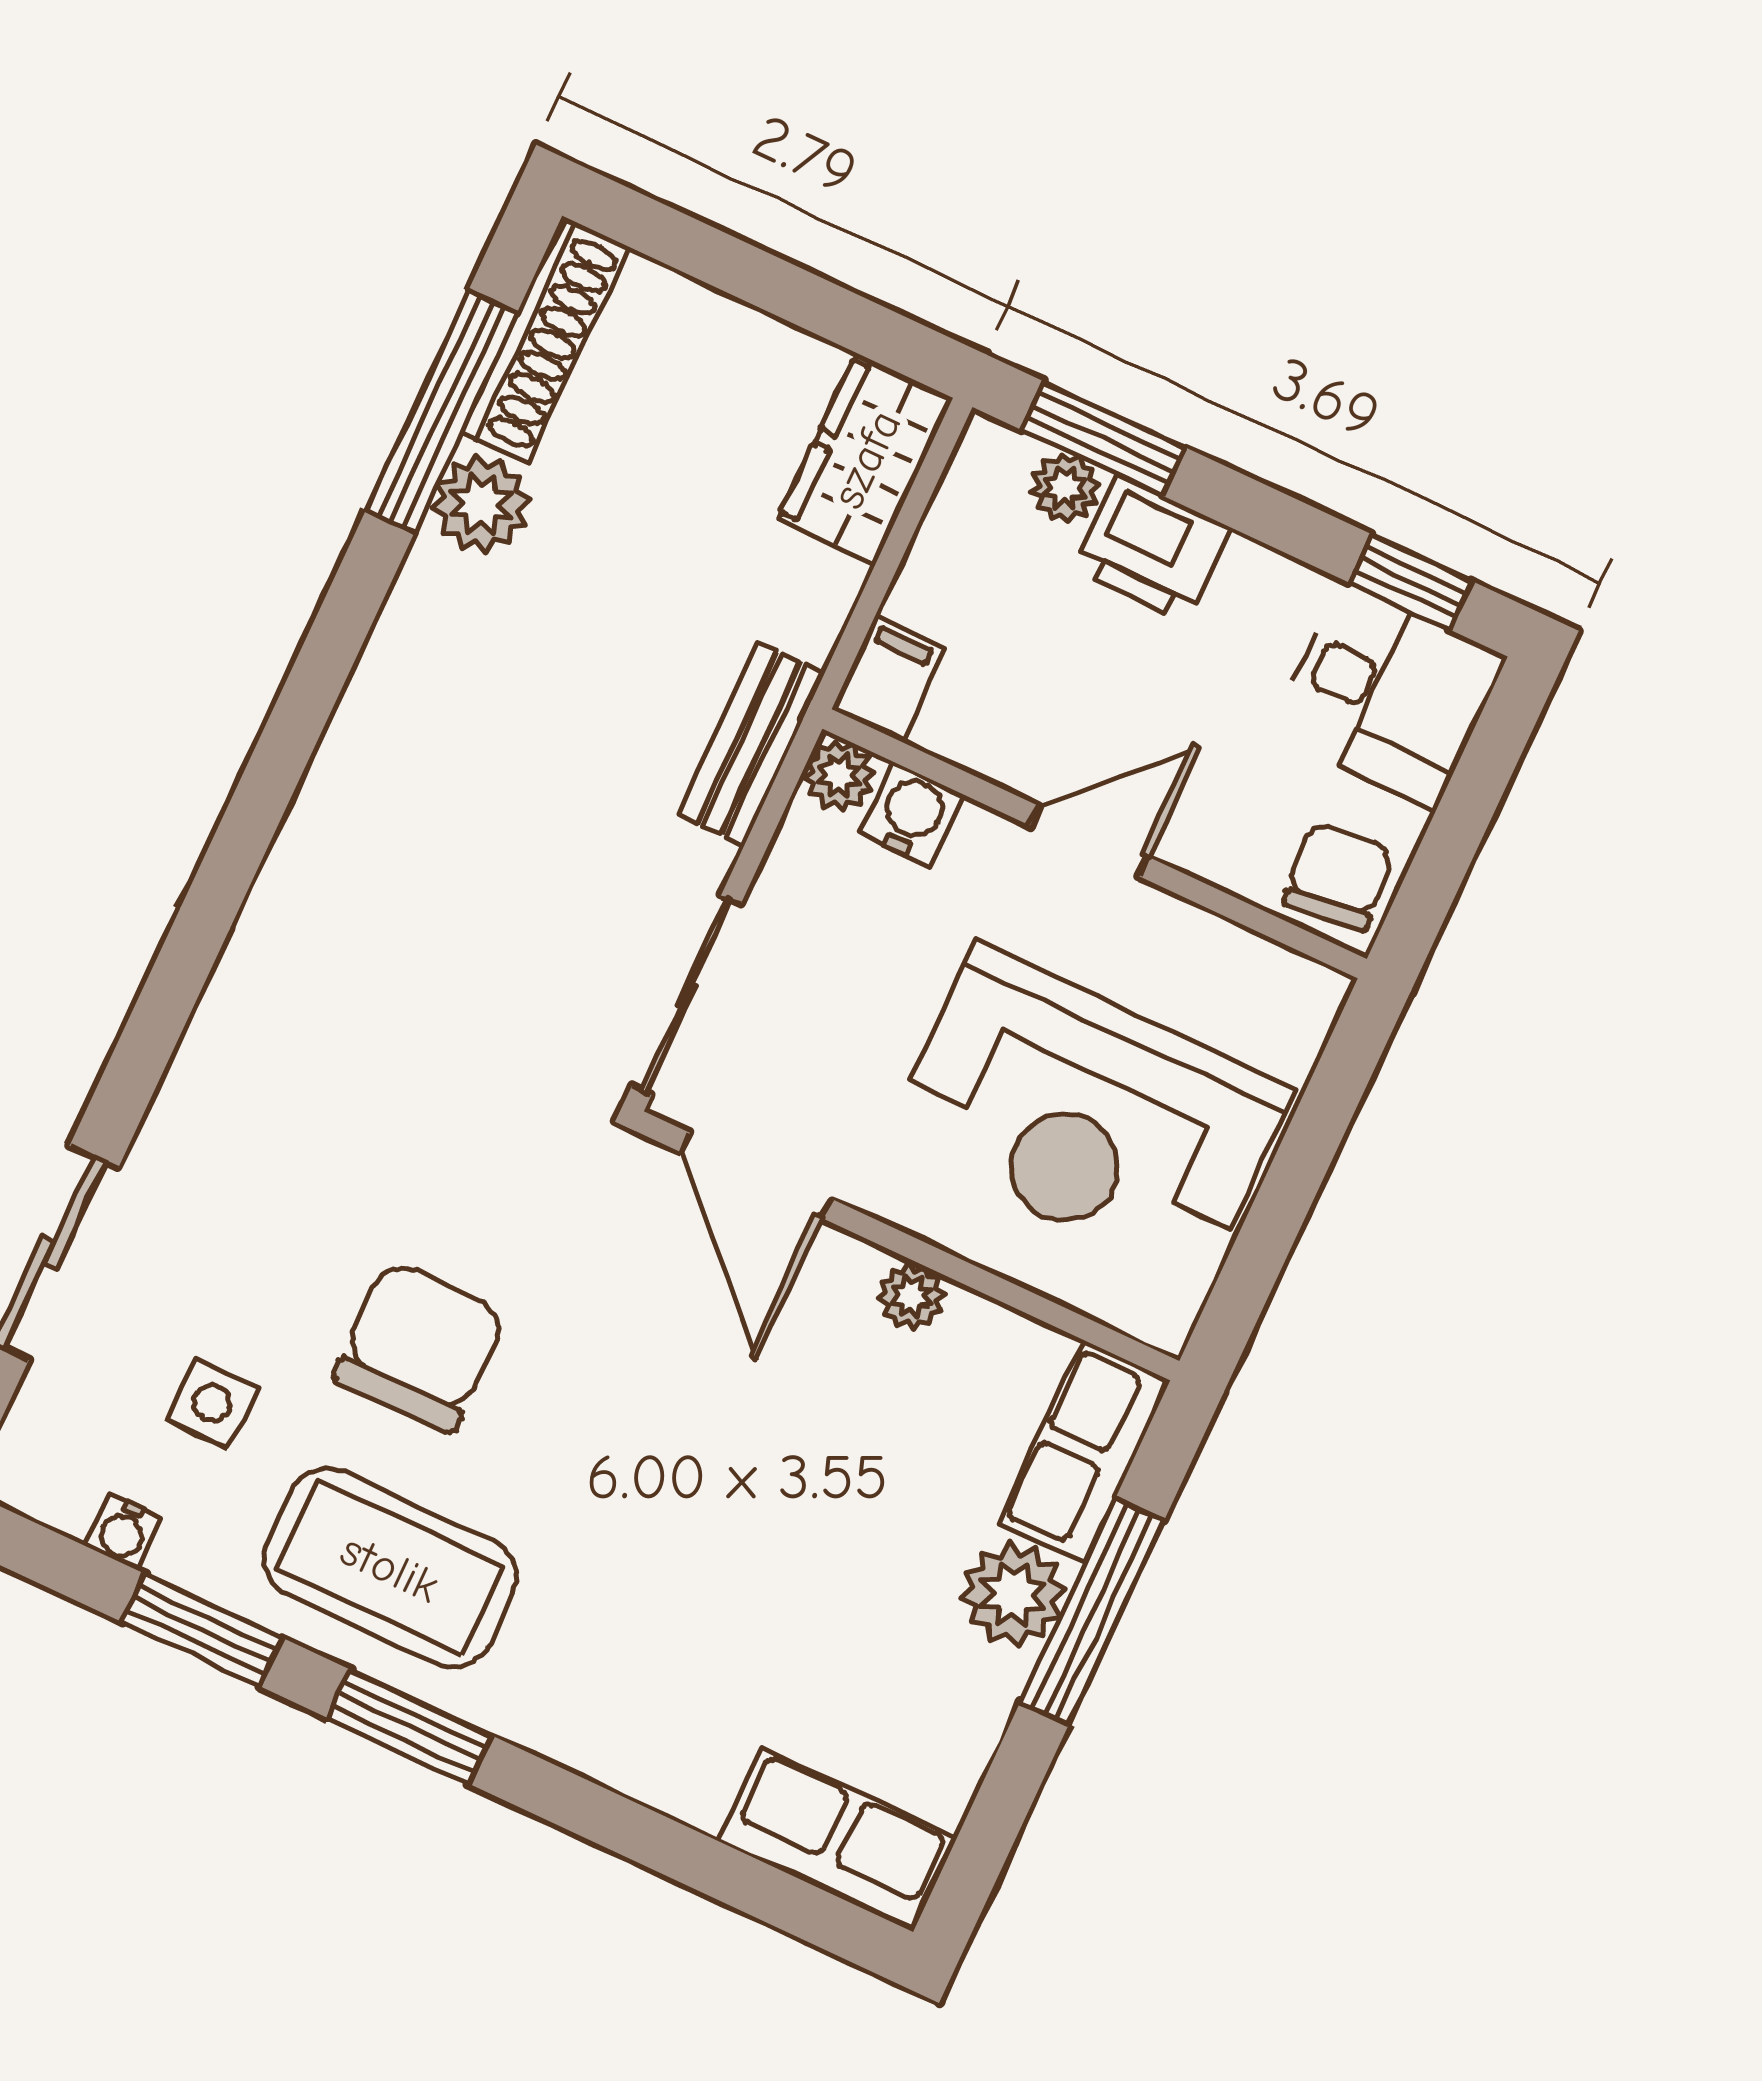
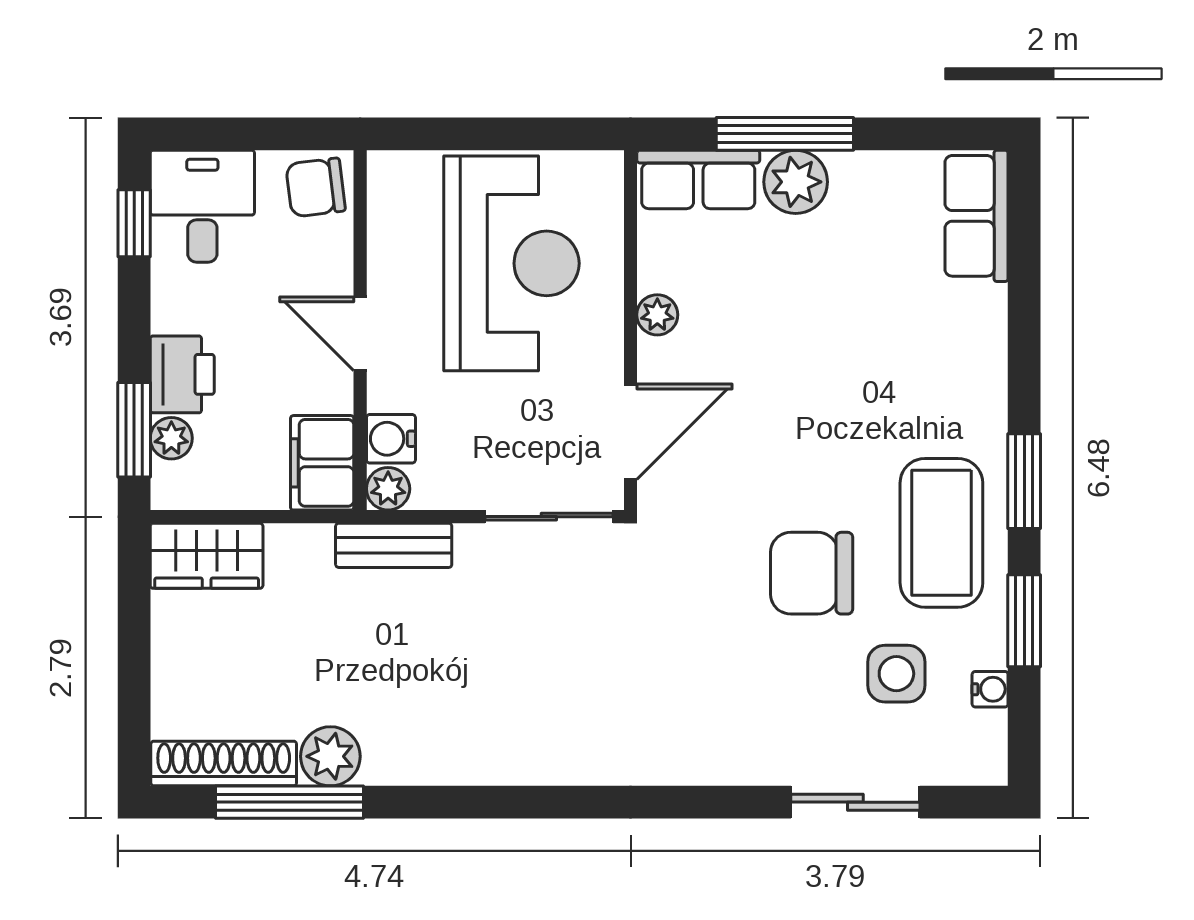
filing cabinet: (888, 679) -> (322, 463), width x2.00
side table: (212, 1403) -> (896, 674), width x1.37, depth x1.37

